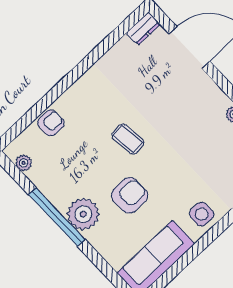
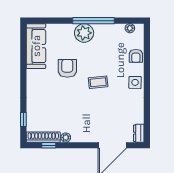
armchair: (129, 195) -> (67, 68), moved, turned 180
side table: (202, 214) -> (135, 82), moved

